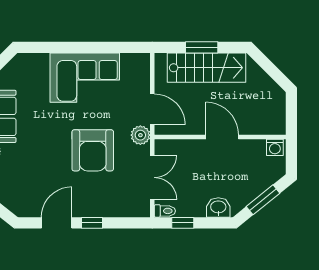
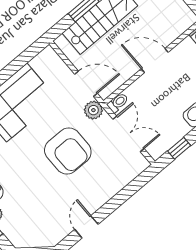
toilet: (165, 211) -> (118, 103), moved
door: (57, 223) -> (86, 227), width x0.73
window: (92, 223) -> (113, 205), removed

